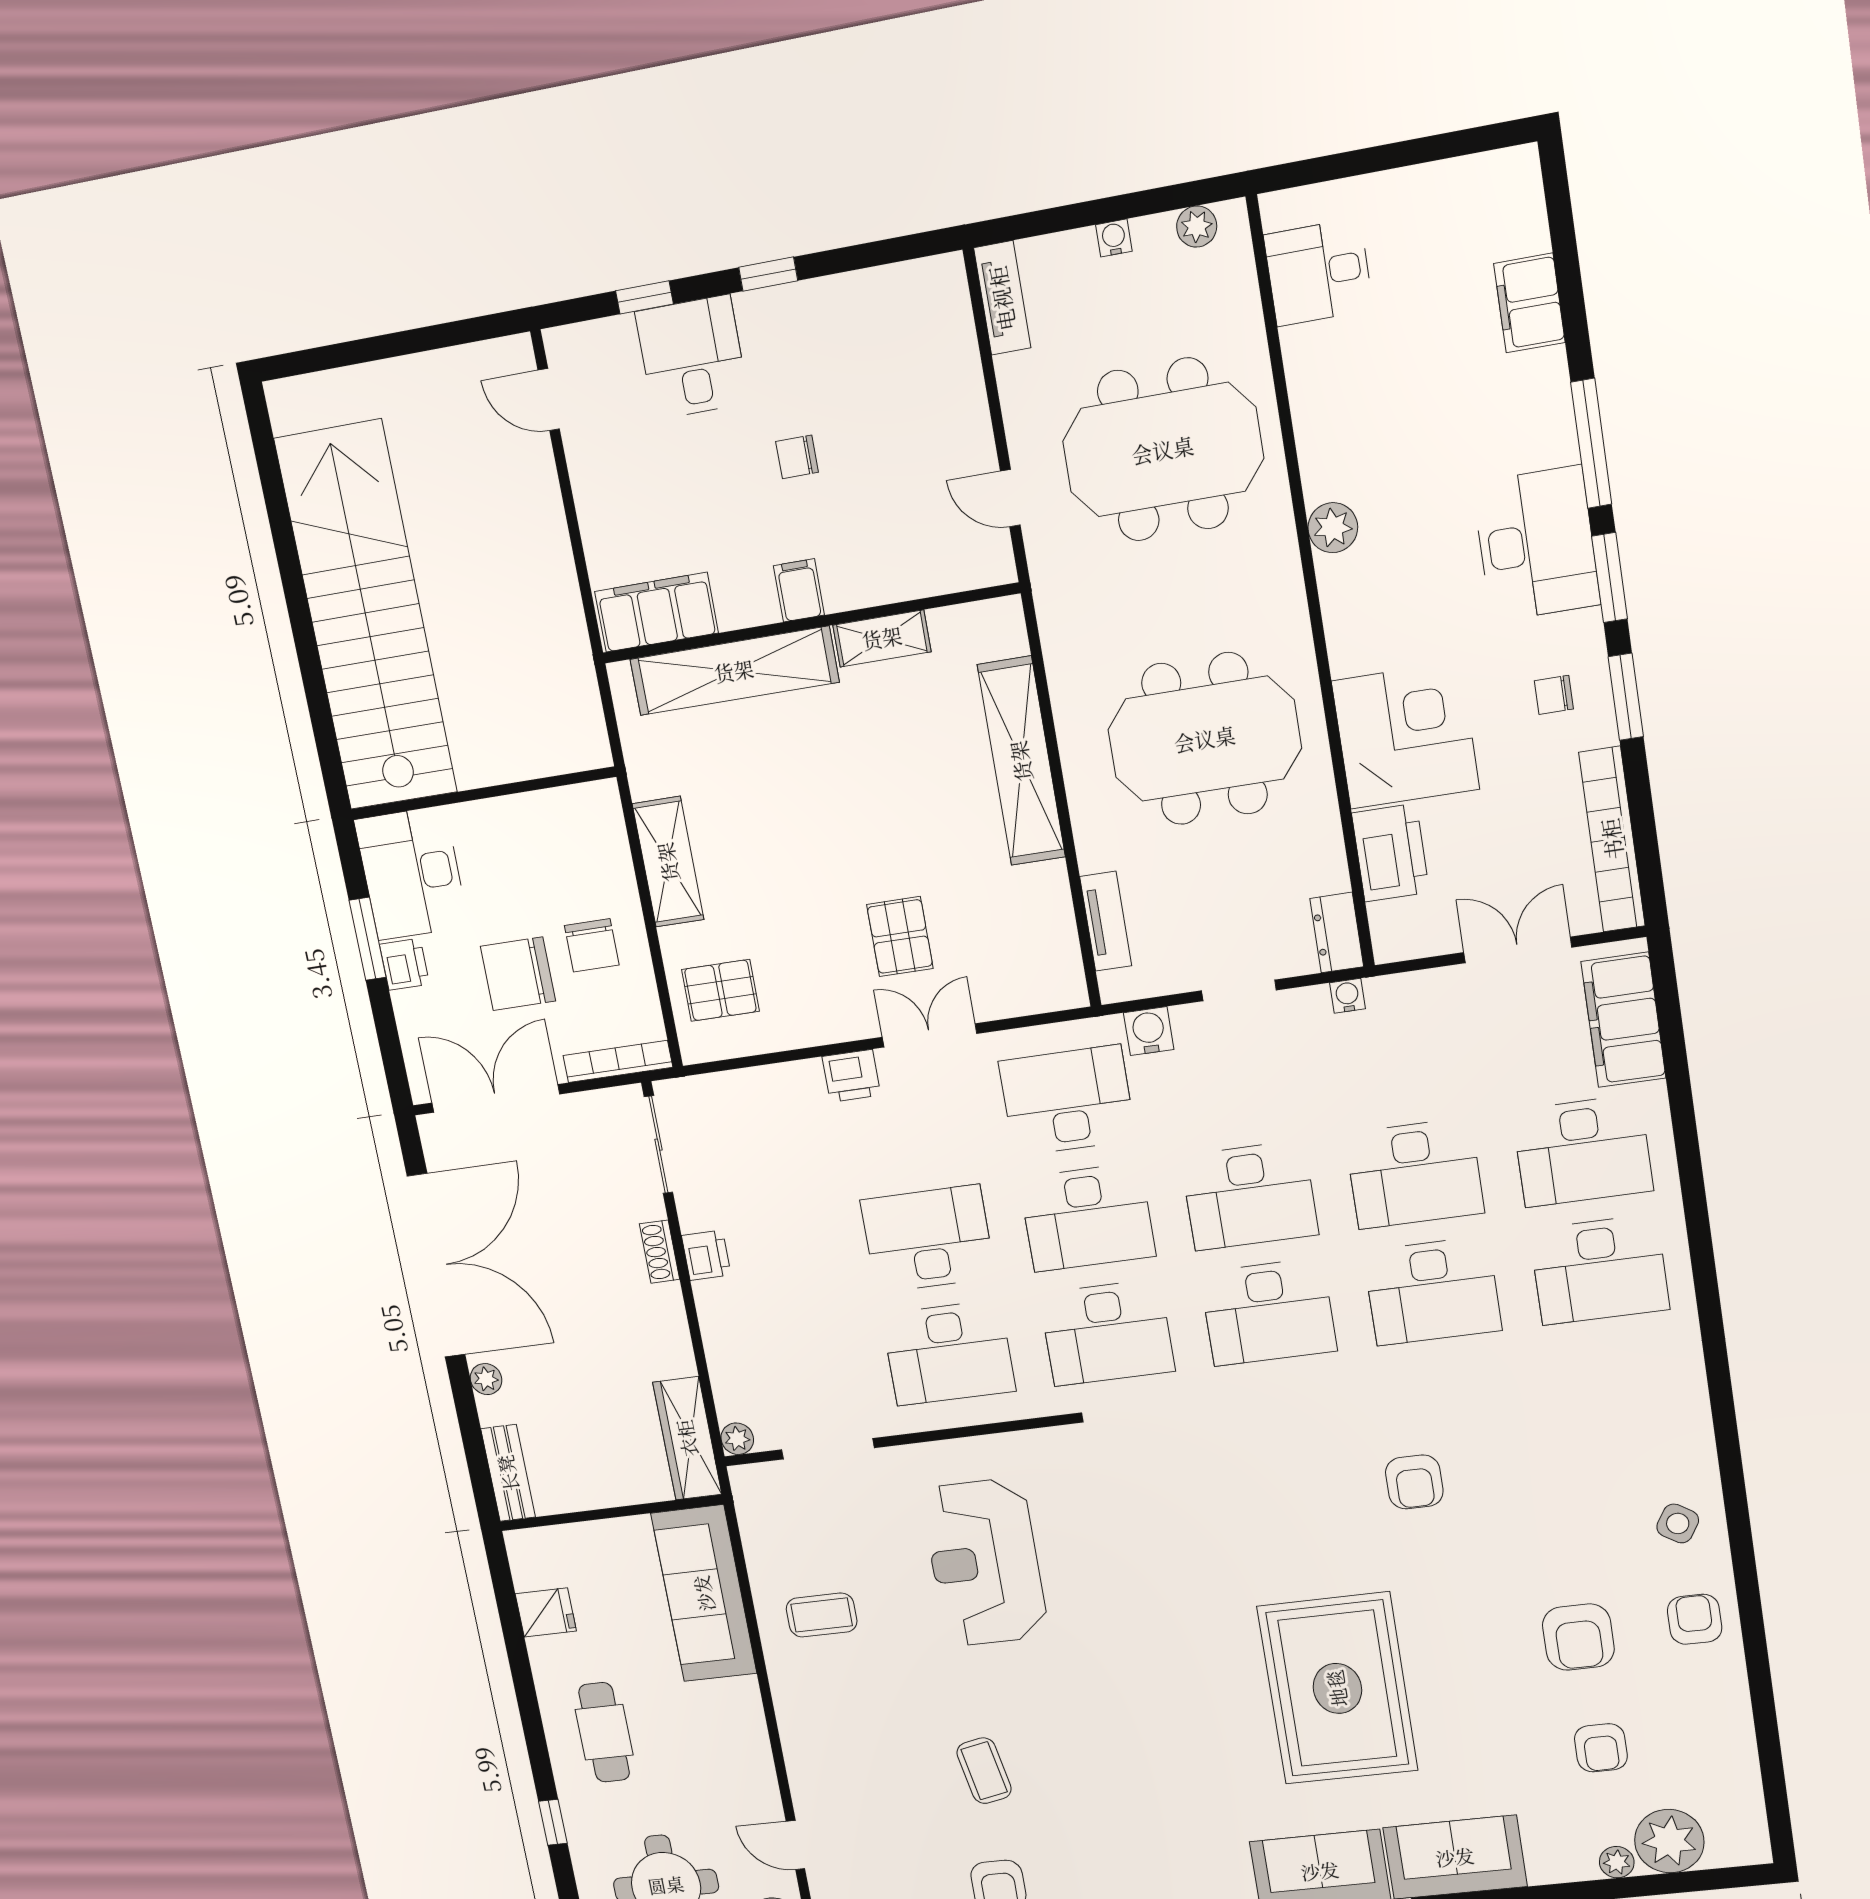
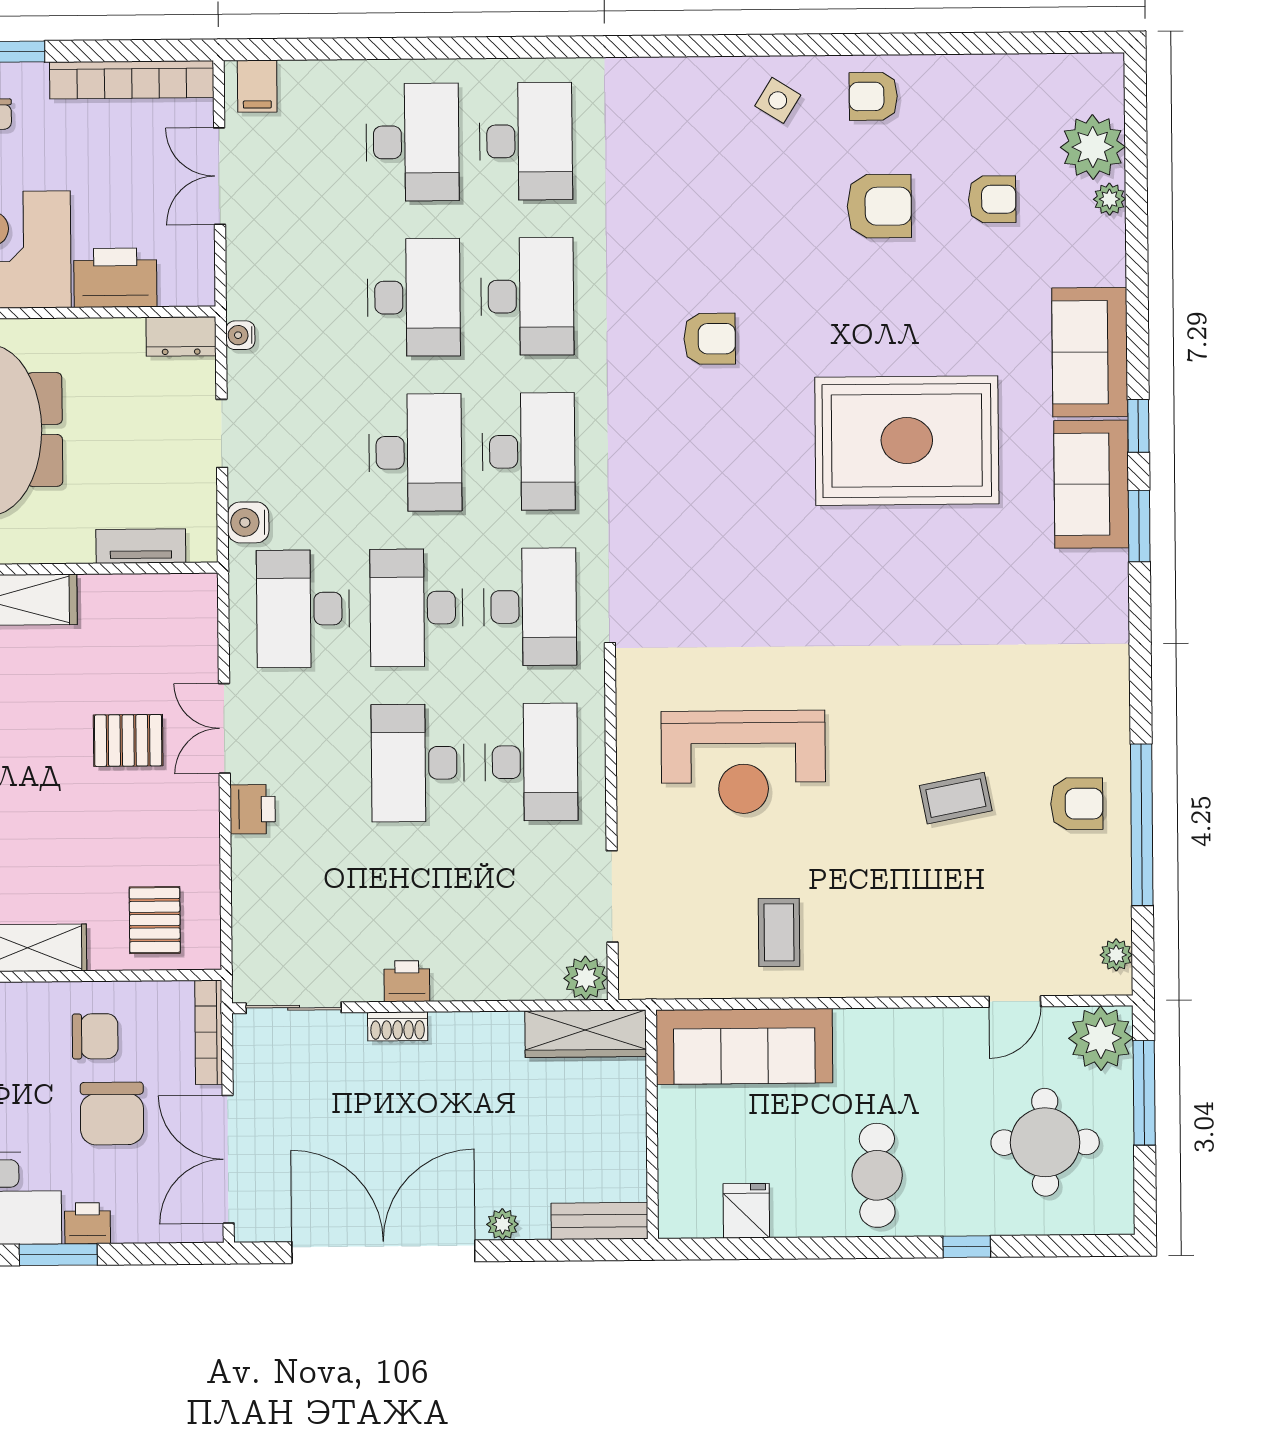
filing cabinet: (1624, 1020) -> (257, 86), width x0.33, depth x0.86
desk: (1087, 1217) -> (416, 608), turned 180
plant: (737, 1439) -> (586, 978), width x1.38, depth x1.38
cafe table: (604, 1732) -> (877, 1175), turned 90

